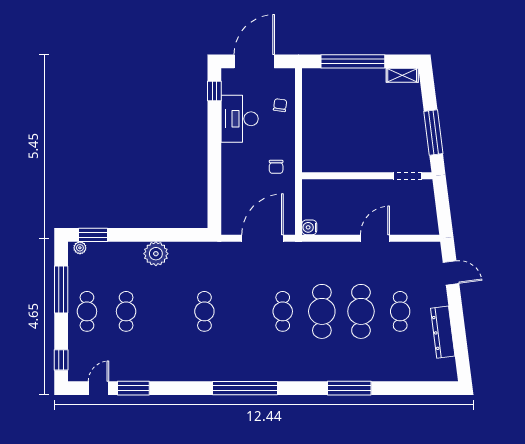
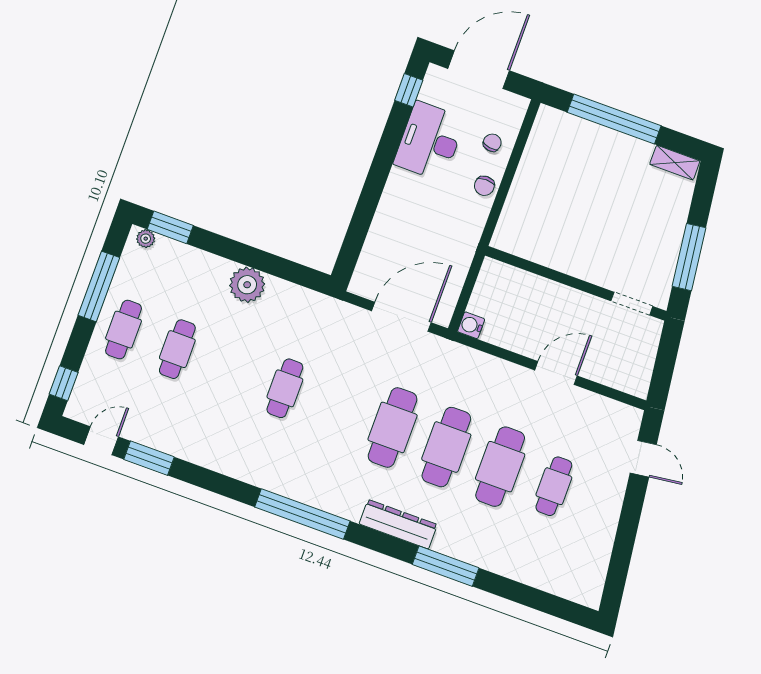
chair: (276, 167) -> (484, 186), moved
cafe table: (283, 311) -> (393, 427), width x1.37, depth x1.35
dresser: (443, 332) -> (398, 524), moved, turned 97

